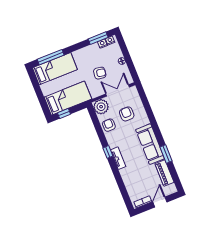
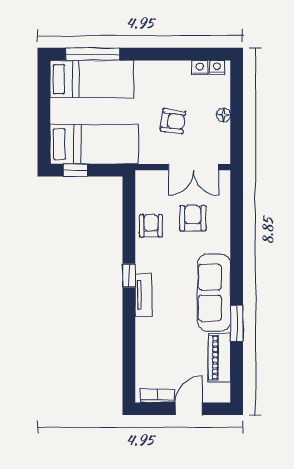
window: (98, 38) -> (196, 54), removed
double door: (118, 90) -> (193, 167), swing flipped
plant: (101, 107) -> (150, 185), removed

